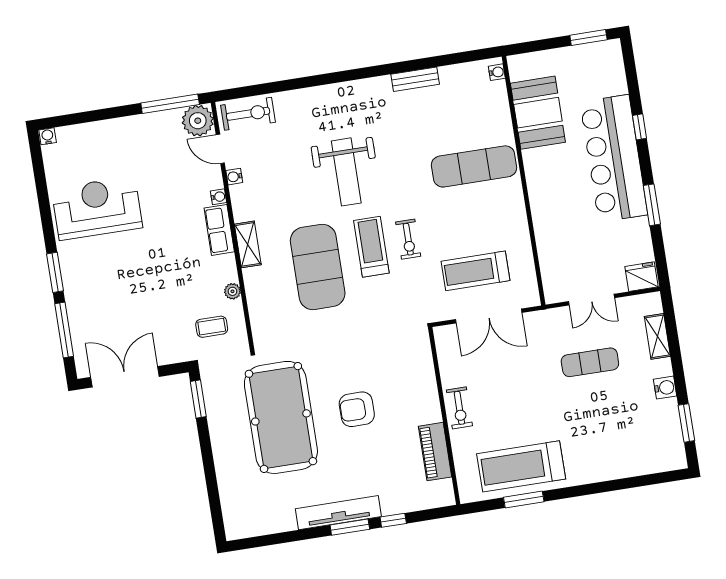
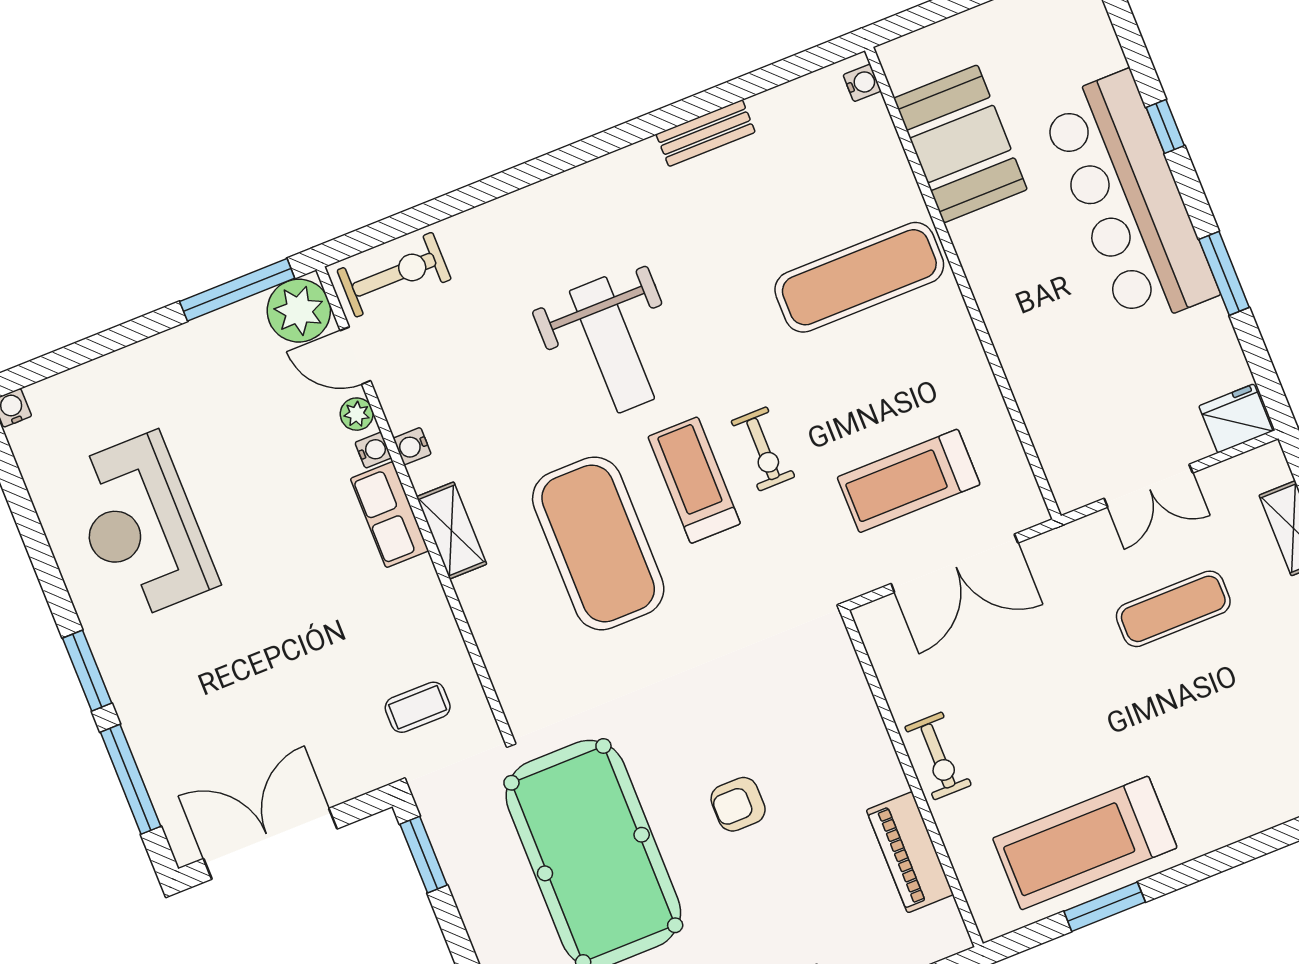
water cooler: (234, 177) -> (412, 446), moved
reception desk: (97, 208) -> (141, 526), turned -90
plant: (232, 291) -> (357, 414), moved
armchair: (357, 409) -> (738, 804), width x0.72, depth x0.72

